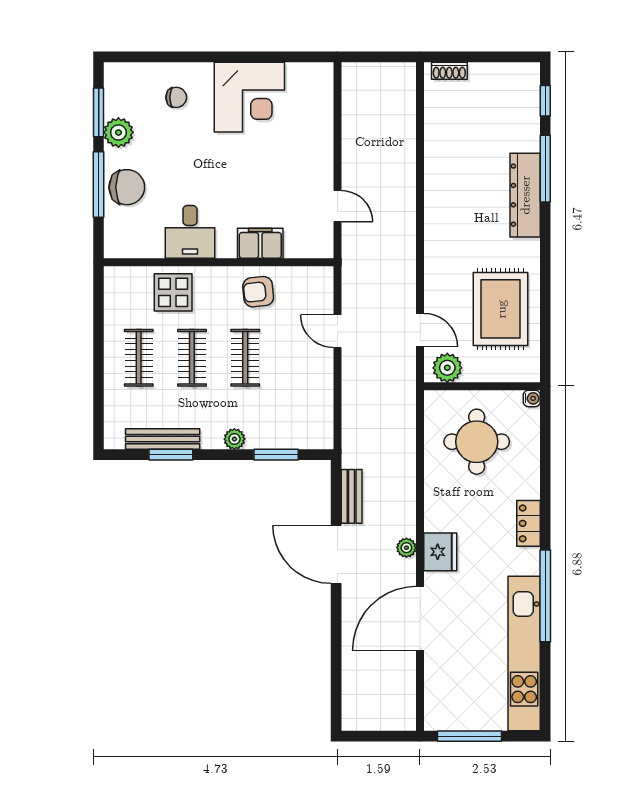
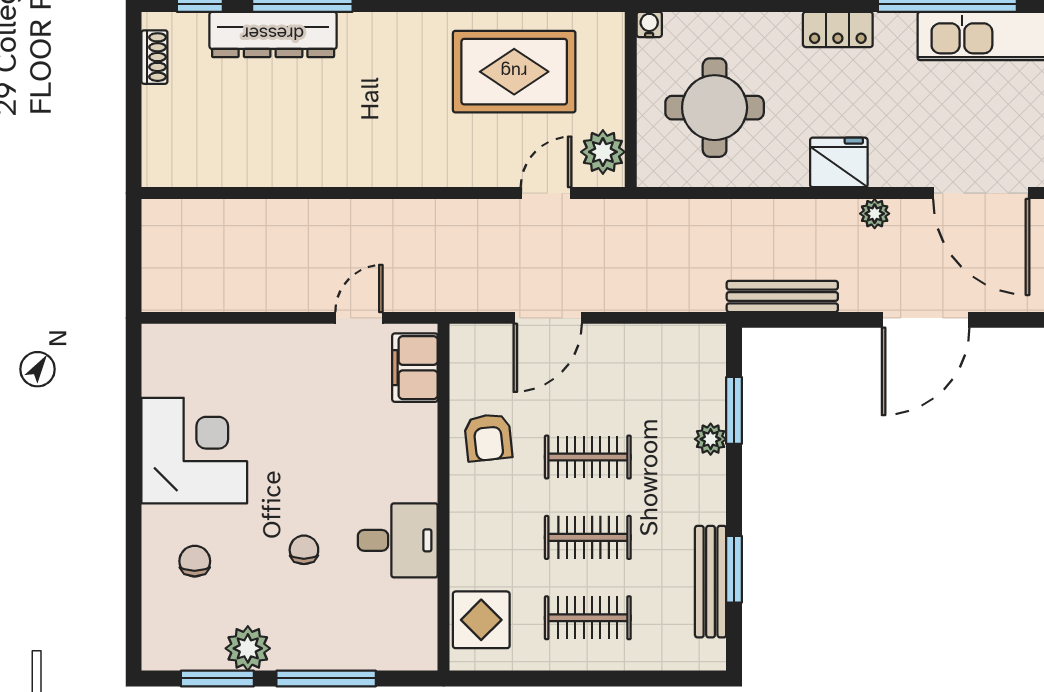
shoe rack: (449, 71) -> (154, 57), moved
chair: (127, 187) -> (304, 550), moved, width x0.54, depth x0.54
dresser: (525, 195) -> (273, 34), moved
filing cabinet: (260, 243) -> (415, 368), moved
display table: (173, 292) -> (481, 620), moved
door: (337, 331) -> (548, 318), width x1.37
plant: (234, 439) -> (711, 439), moved
bench: (352, 496) -> (782, 296), width x1.36
fridge: (440, 552) -> (839, 162), moved
door: (336, 554) -> (926, 320), moved

